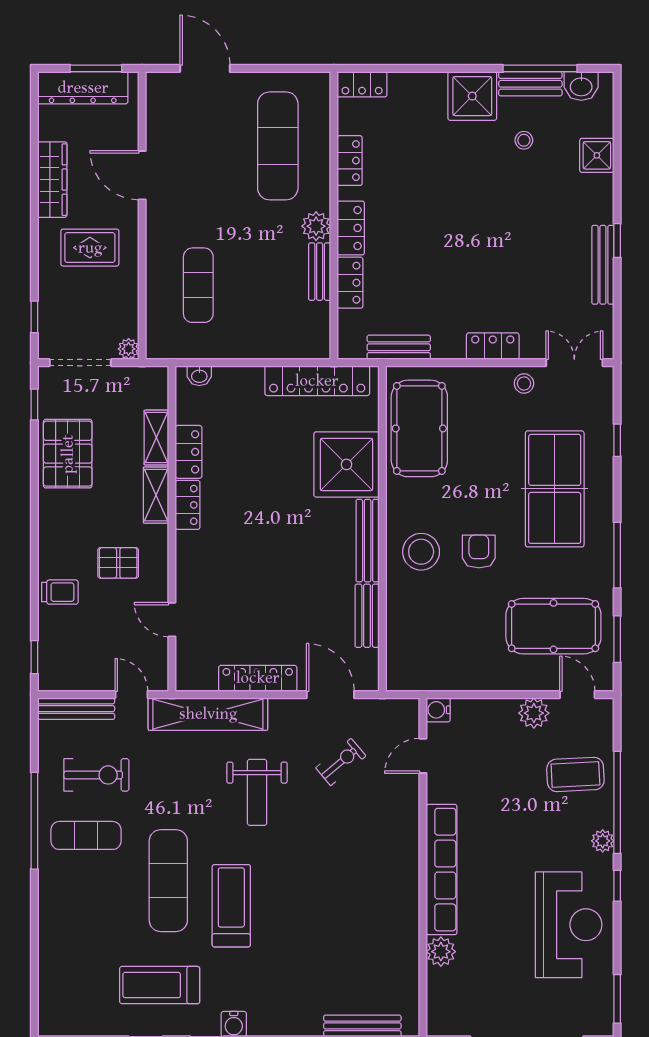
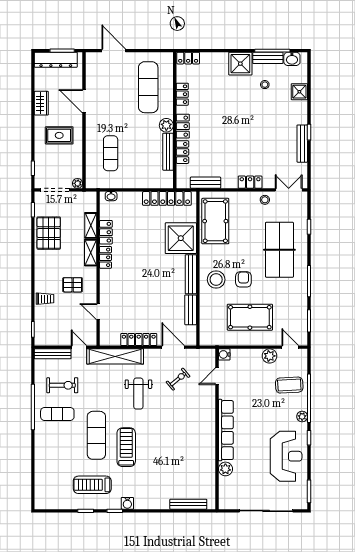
wardrobe: (52, 180) -> (41, 103), width x0.67
bench: (320, 272) -> (168, 152), width x1.36
pool table: (553, 626) -> (250, 317), moved

